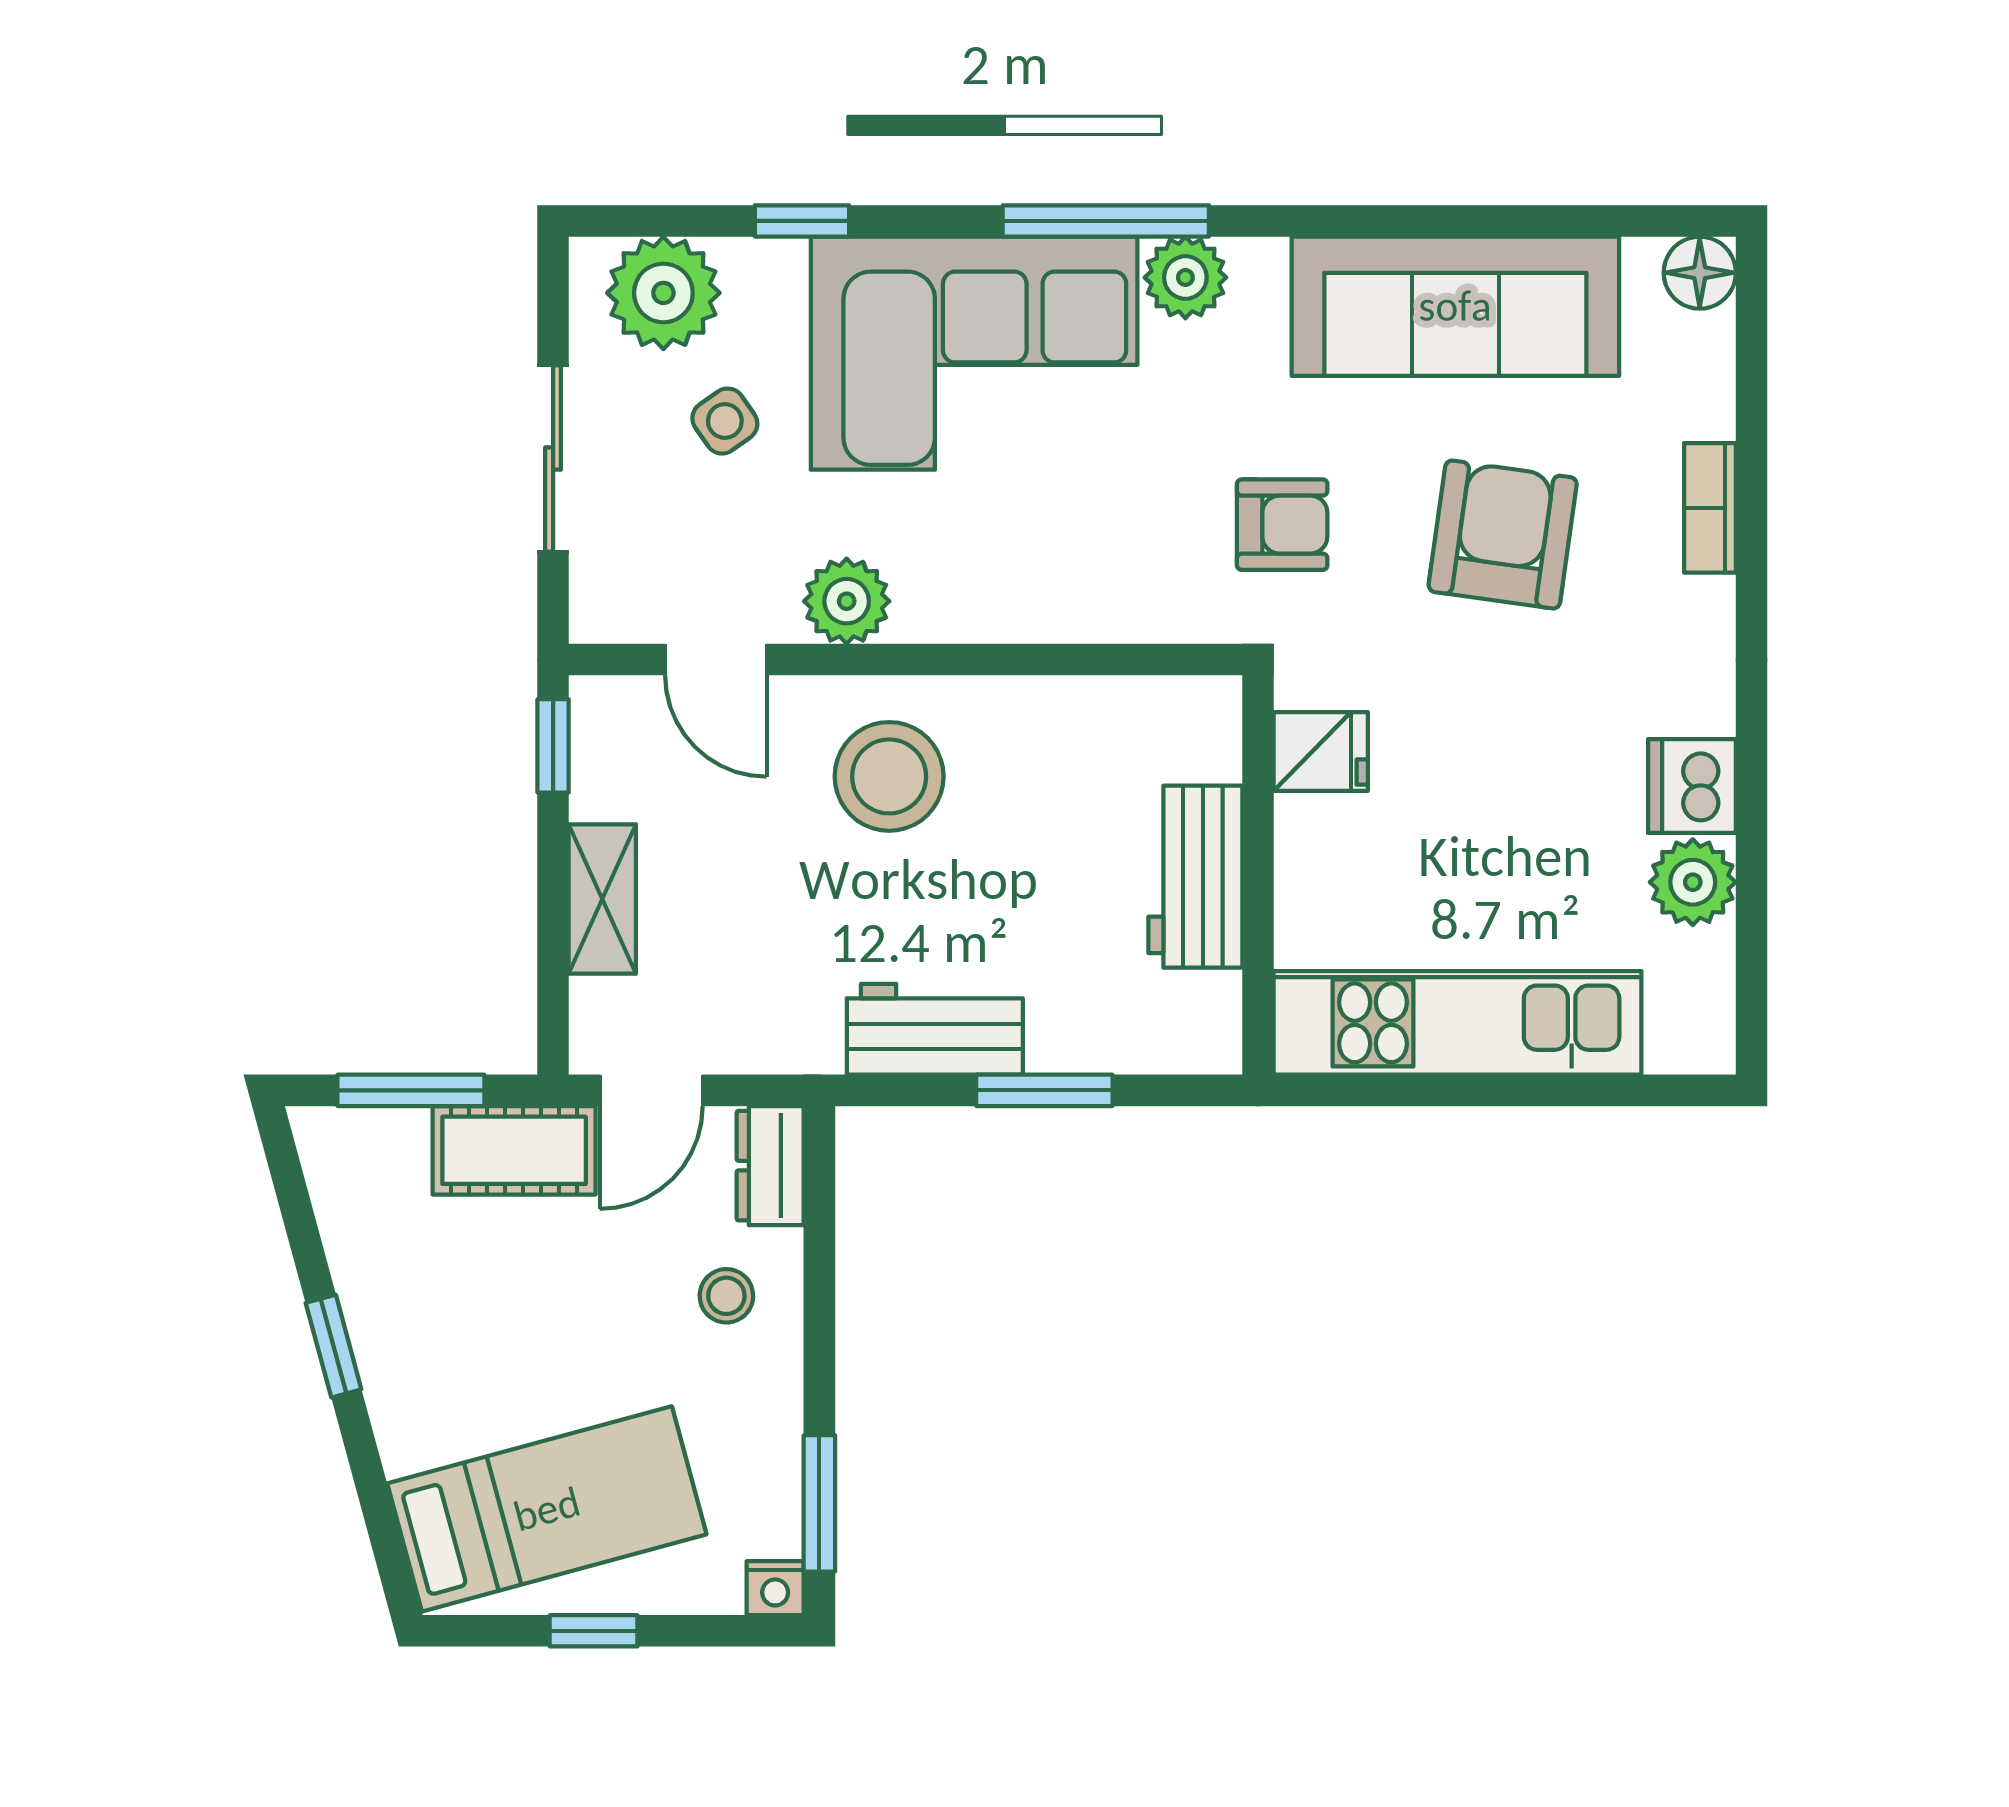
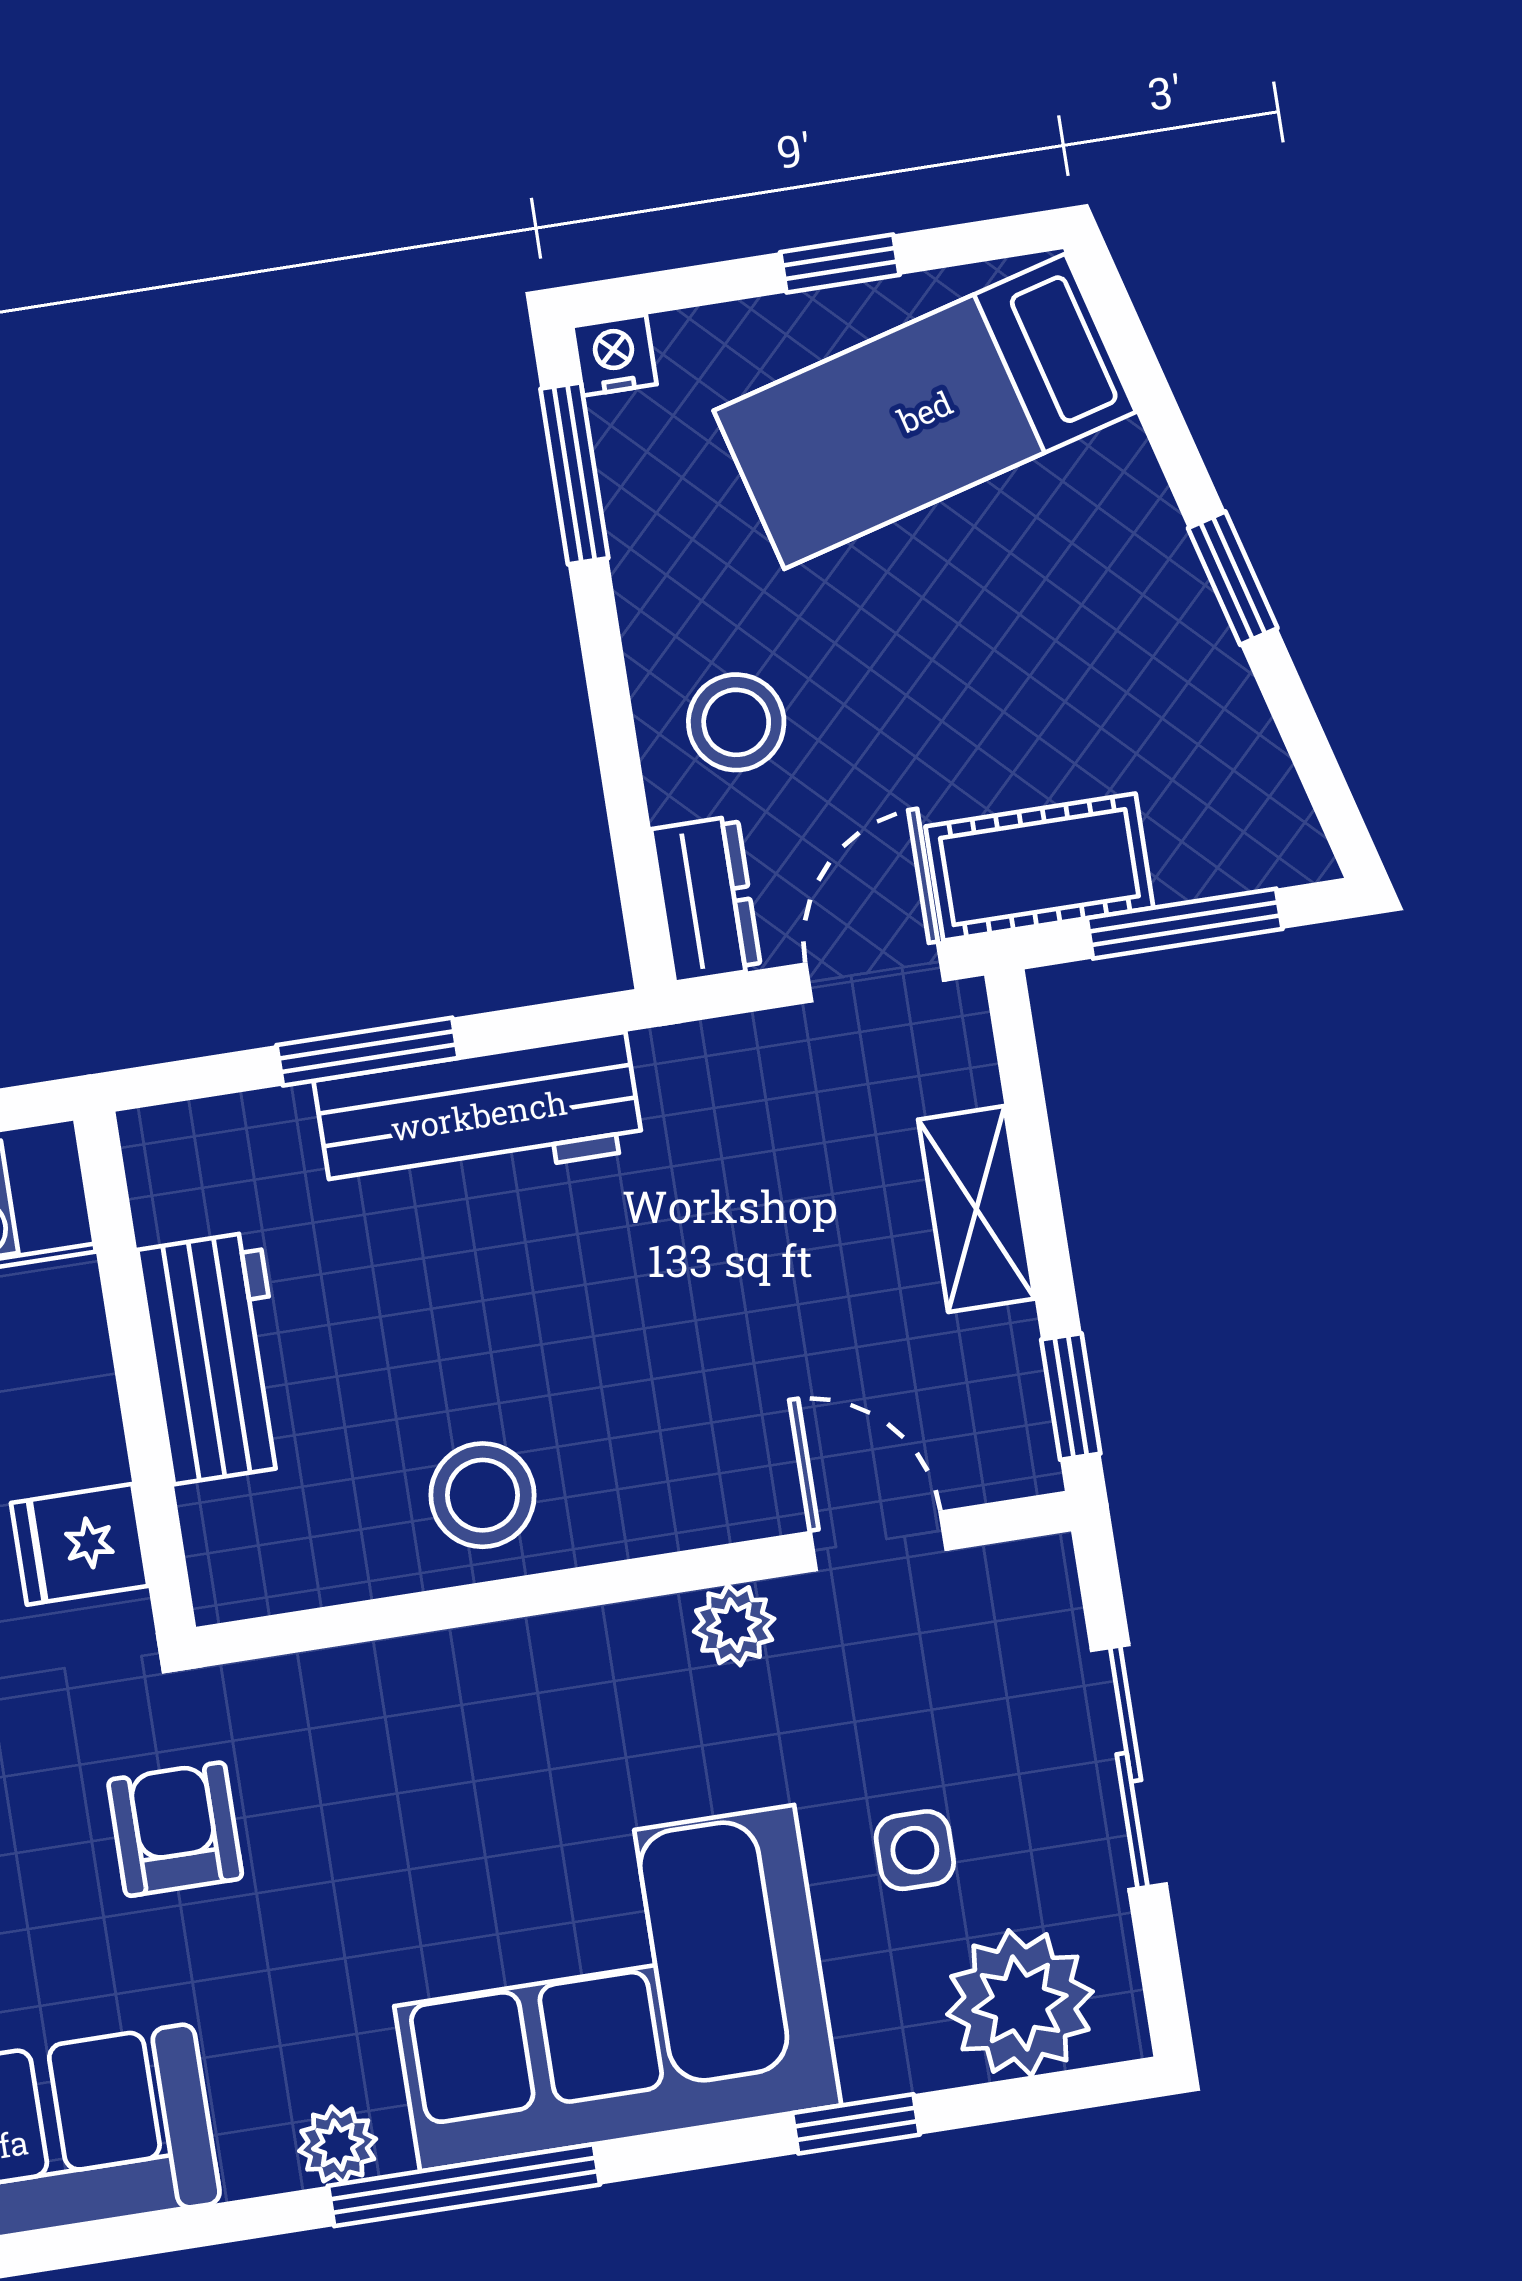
plant: (1185, 277) -> (338, 2145), width x0.73, depth x0.73
side table: (725, 421) -> (915, 1850), turned 35
armchair: (1282, 525) -> (175, 1829), turned 90
plant: (847, 601) -> (734, 1625), width x0.73, depth x0.73
stool: (889, 776) -> (483, 1495), moved, width x0.73, depth x0.73
workbench: (935, 1029) -> (479, 1115), width x1.38
stool: (726, 1296) -> (736, 722), width x1.37, depth x1.37

